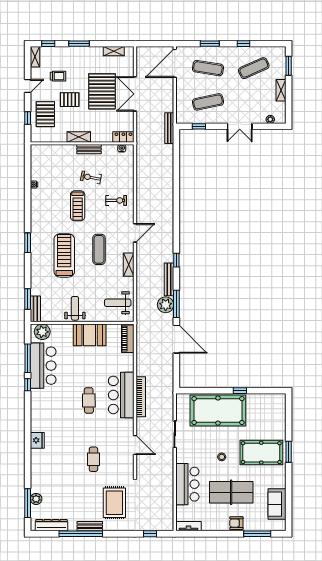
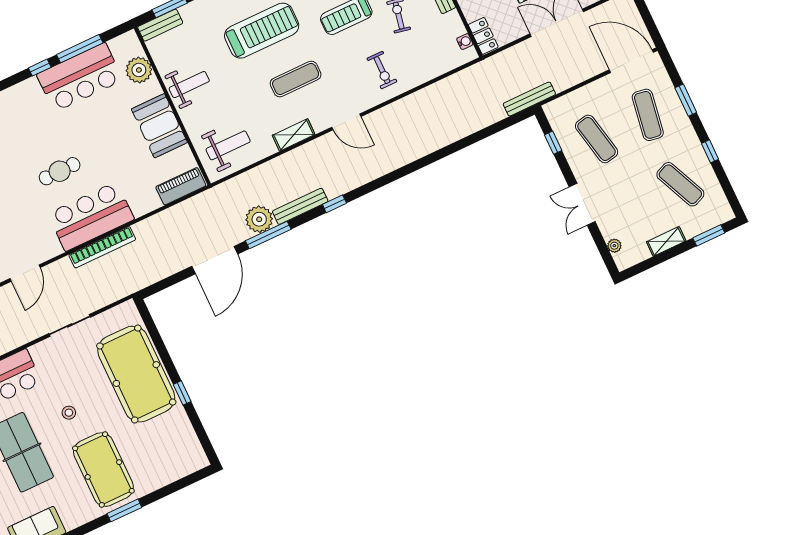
weight bench: (118, 303) -> (228, 145), turned 90
plant: (42, 332) -> (139, 70), moved

